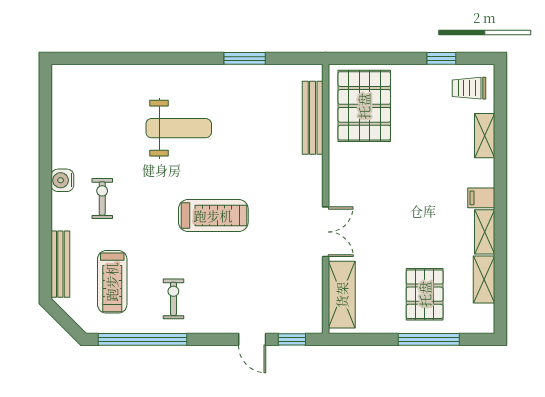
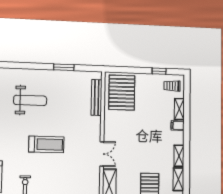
filing cabinet: (481, 198) -> (178, 126), moved

